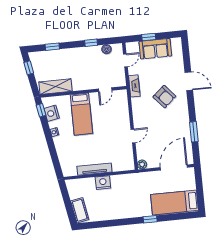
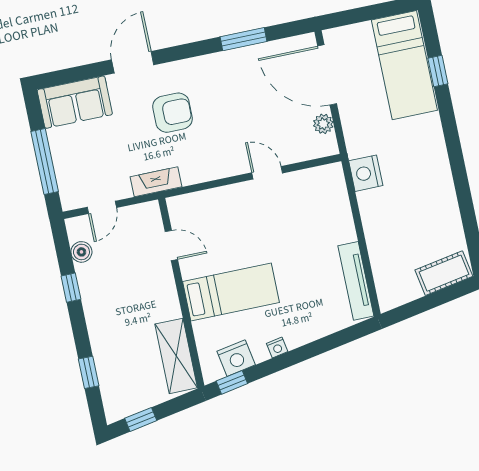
window: (149, 37) -> (45, 161), width x2.17
sofa: (155, 49) -> (75, 102), moved, turned 90
door: (125, 60) -> (102, 207), swing flipped
armchair: (164, 97) -> (173, 113), turned 41
plant: (142, 164) -> (323, 124), moved
tv unit: (94, 169) -> (356, 281), moved
nightstand: (103, 183) -> (366, 173), moved
window: (150, 219) -> (438, 71), moved

